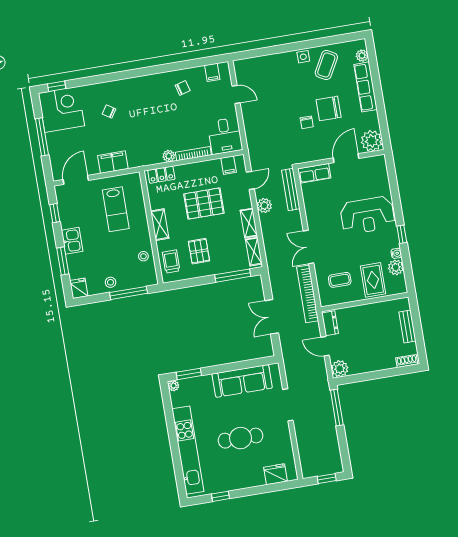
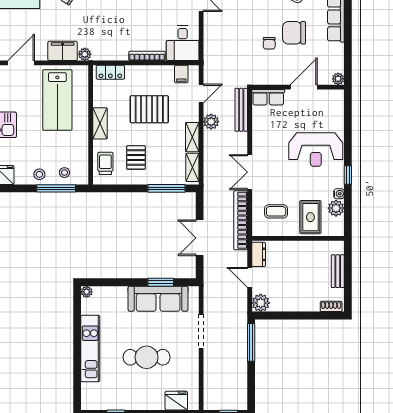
plant: (372, 141) -> (338, 79), width x0.53, depth x0.53
plant: (169, 156) -> (85, 54), moved
lab bench: (116, 209) -> (57, 100), width x1.36, depth x1.39
stool: (143, 256) -> (64, 173), moved
window: (189, 374) -> (161, 282), moved
kitchen unit: (188, 450) -> (90, 349), width x0.73

